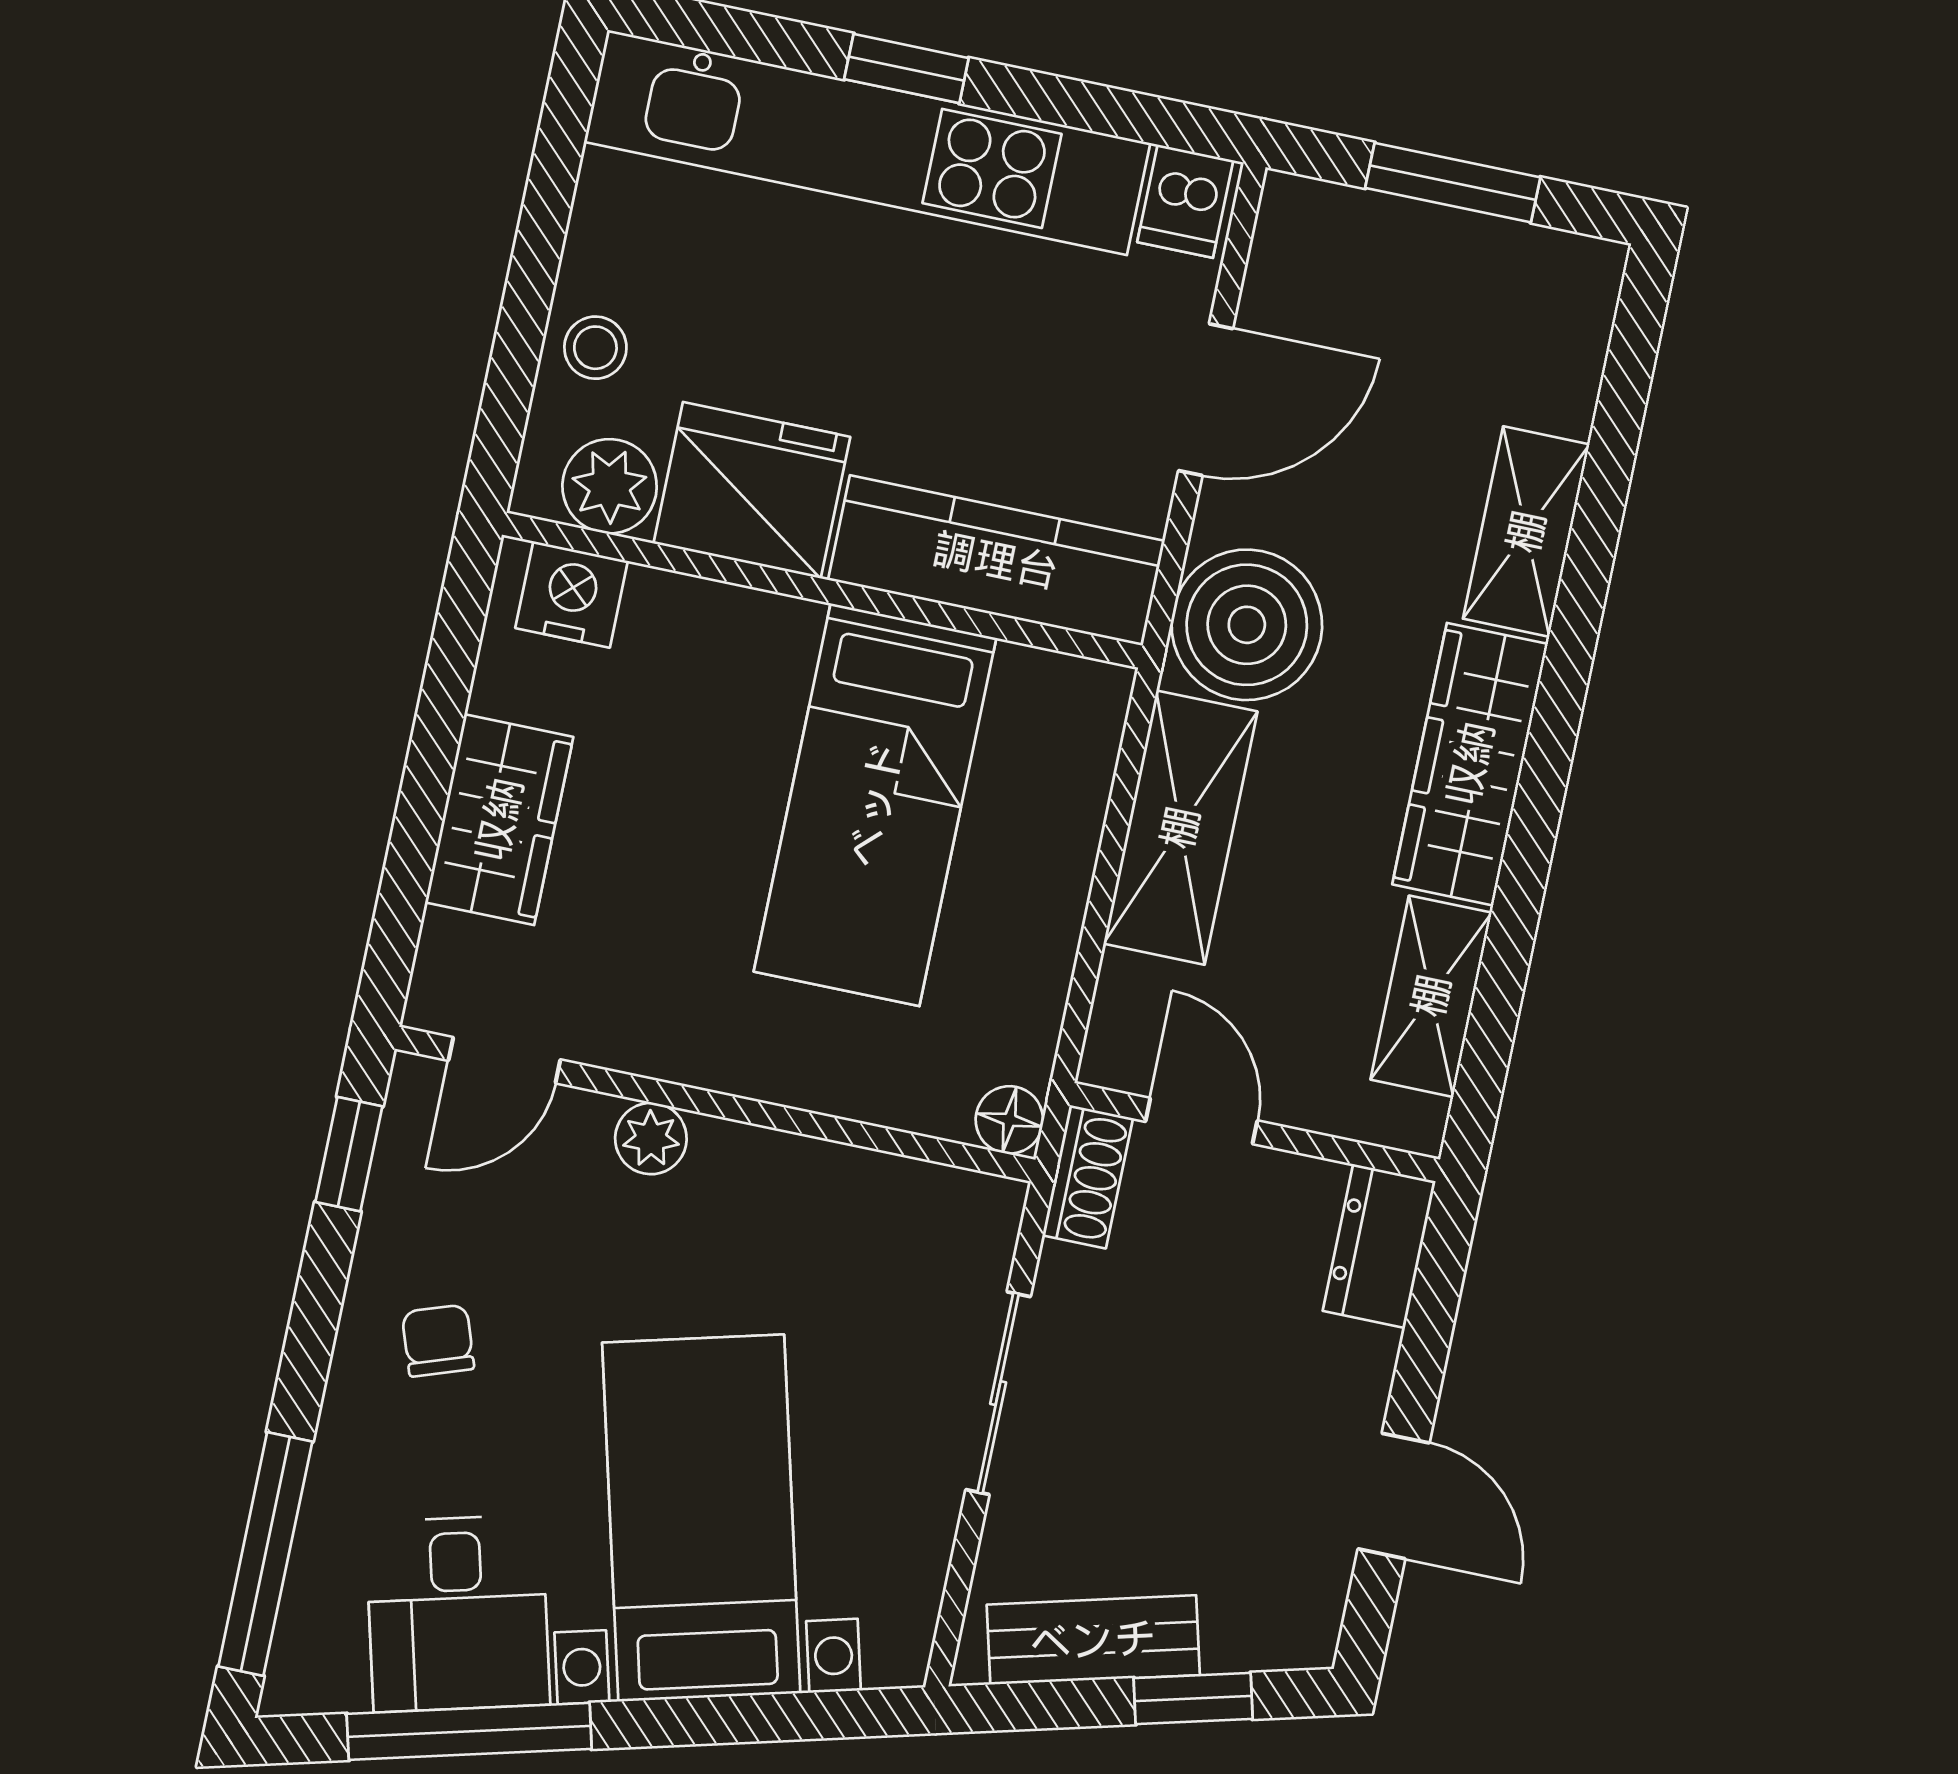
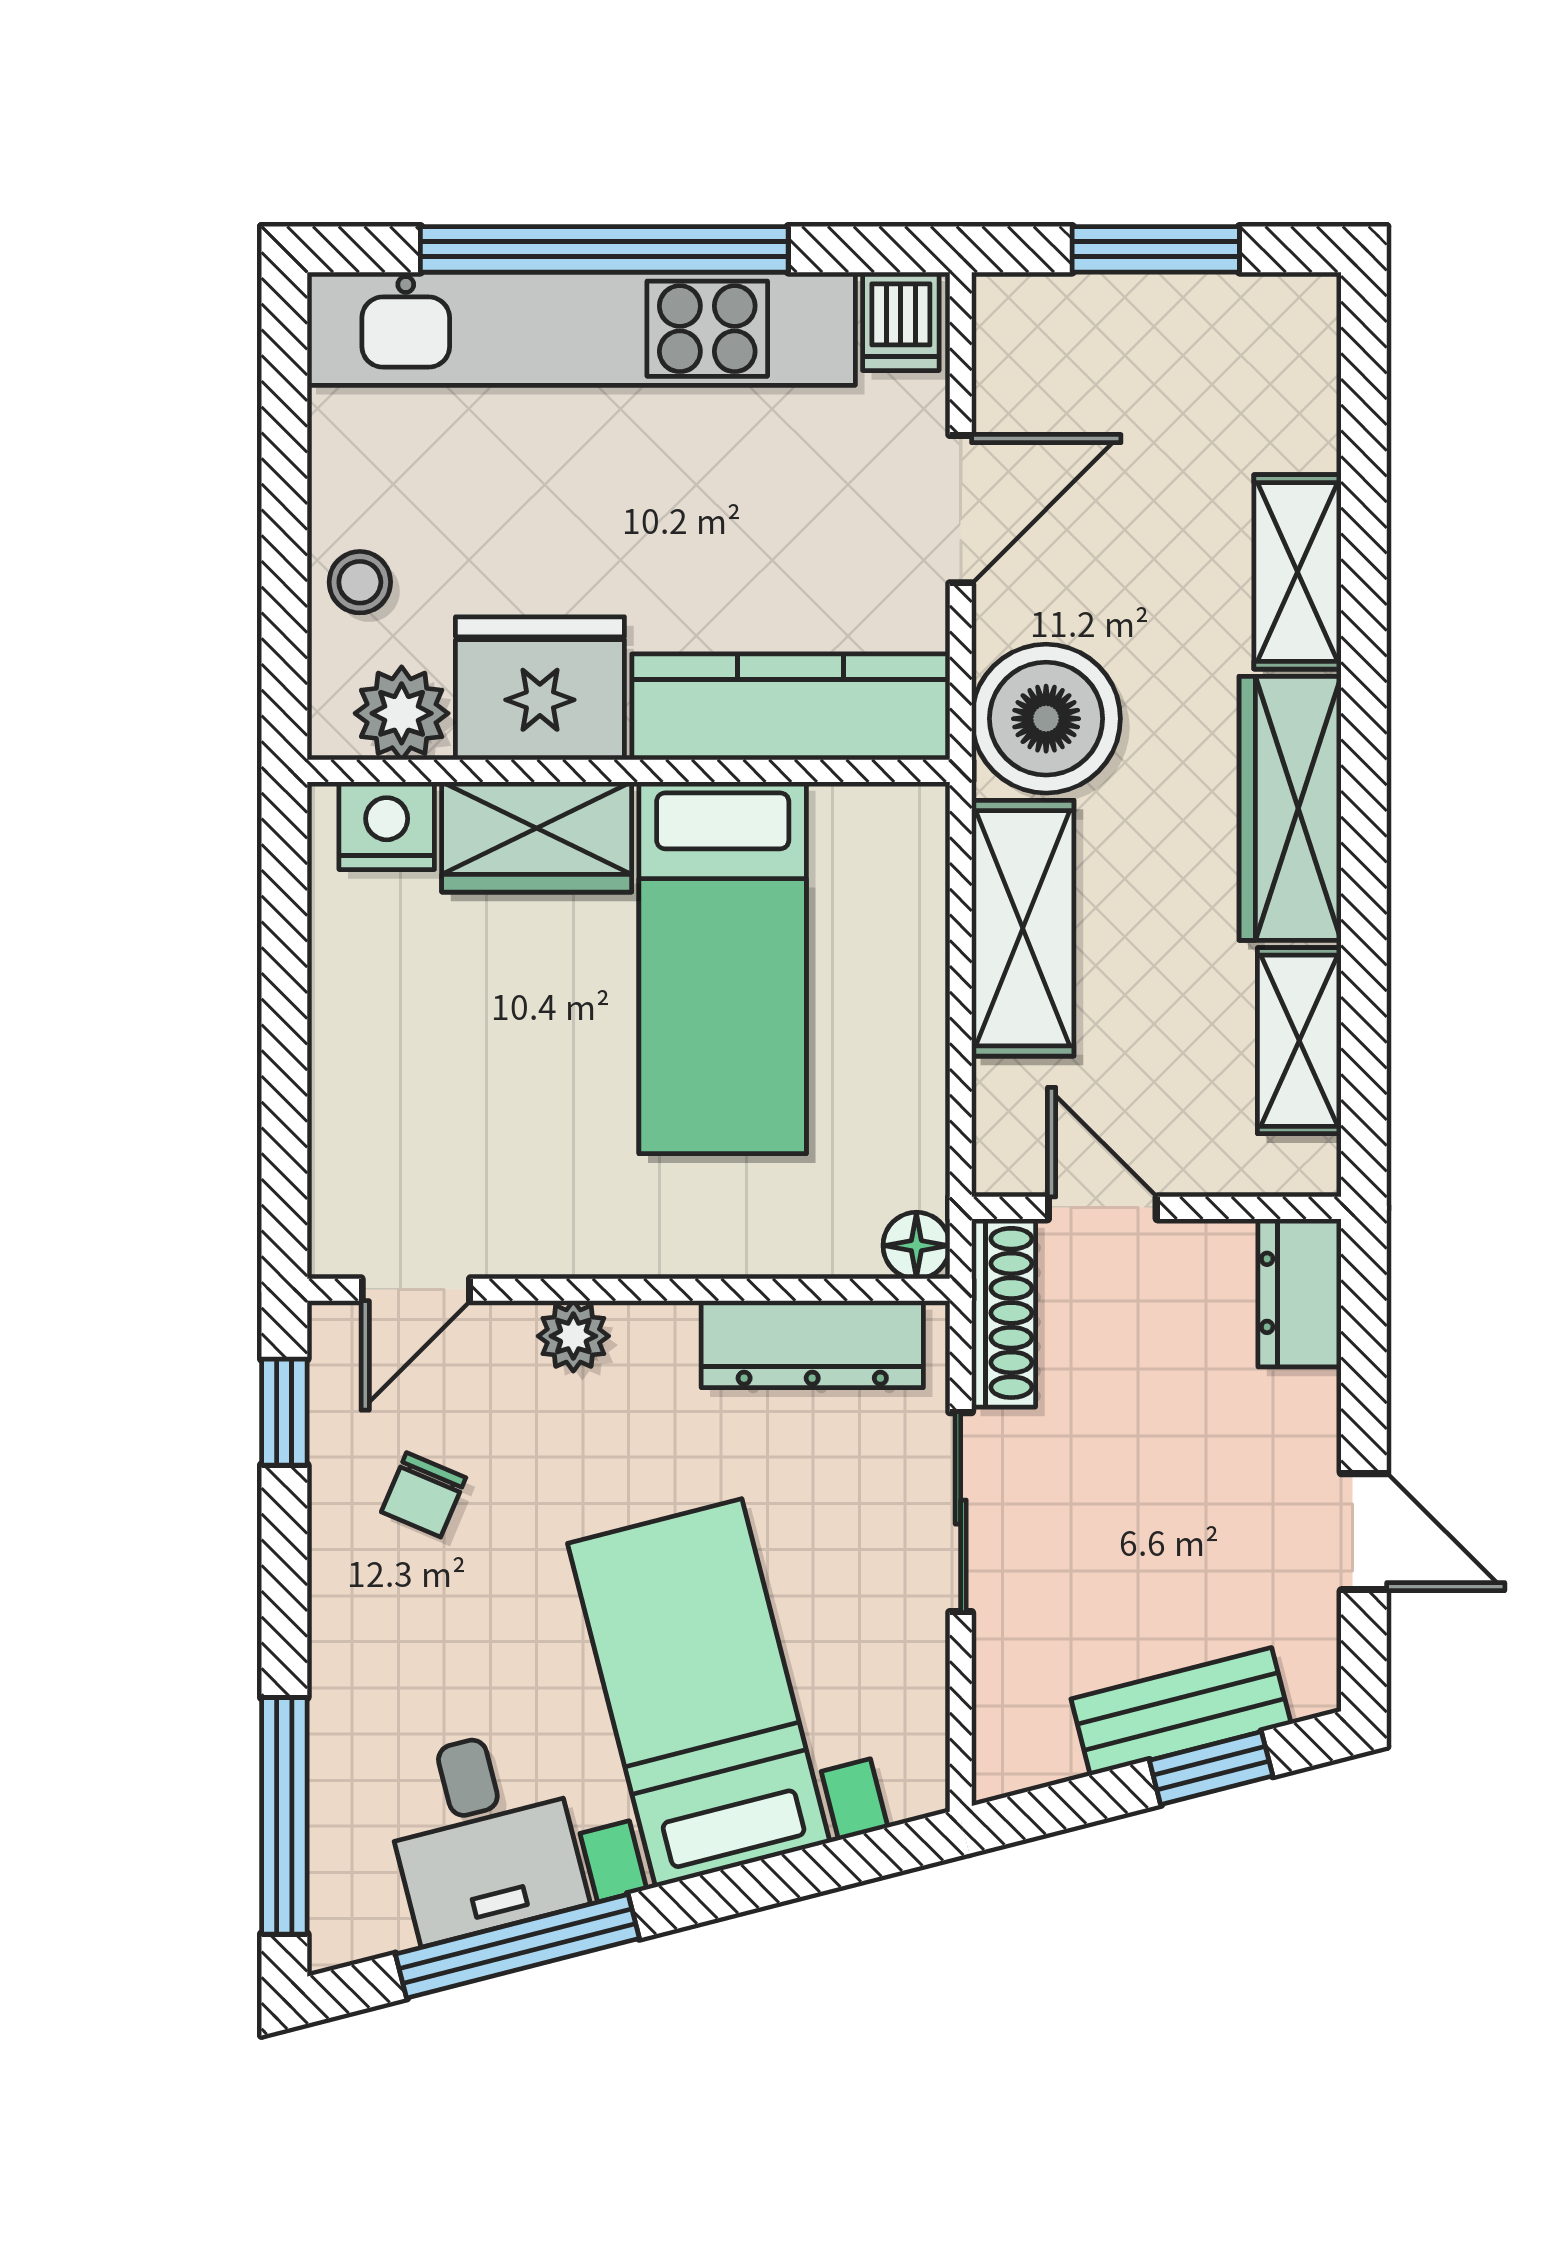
window: (906, 69) -> (604, 249), width x3.17
wardrobe: (499, 820) -> (537, 837), moved, turned 90
shoe rack: (1088, 1177) -> (1004, 1313), width x1.43
dresser: (886, 1196) -> (812, 1344), added
chair: (438, 1341) -> (424, 1495), moved, turned -138
bench: (1093, 1640) -> (1181, 1711), moved

